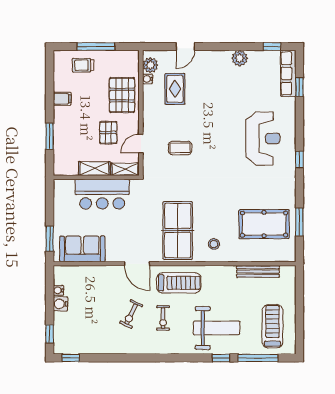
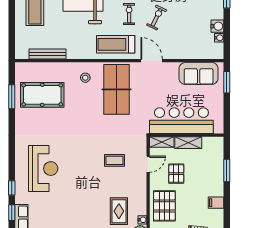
reception desk: (263, 138) -> (43, 169), turned 180
window: (299, 160) -> (12, 188), moved
bar counter: (102, 194) -> (181, 121), width x1.36

